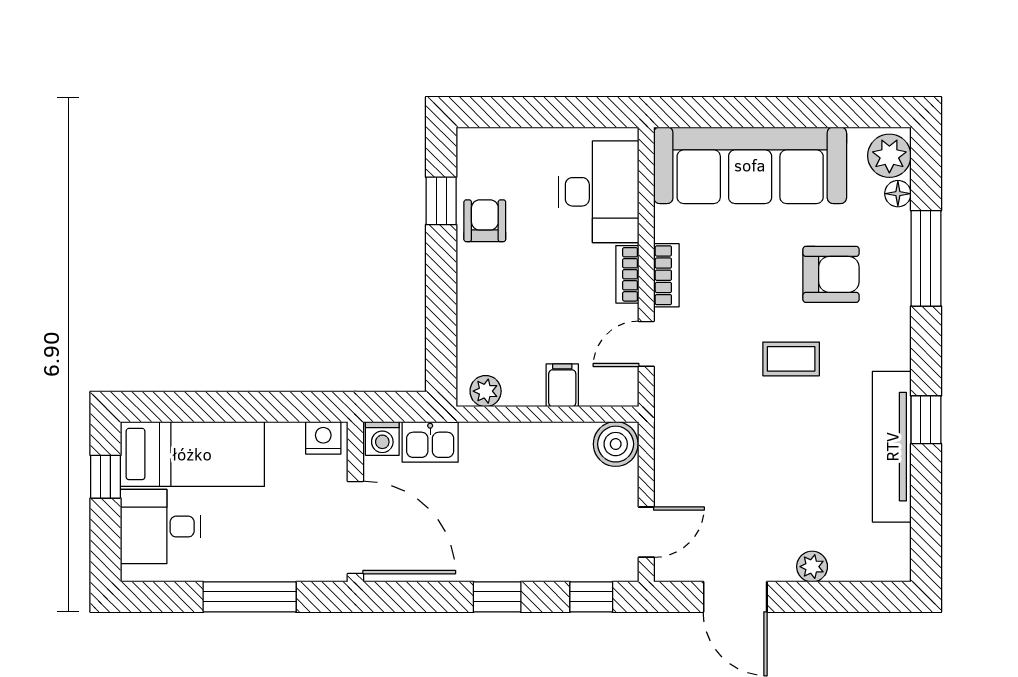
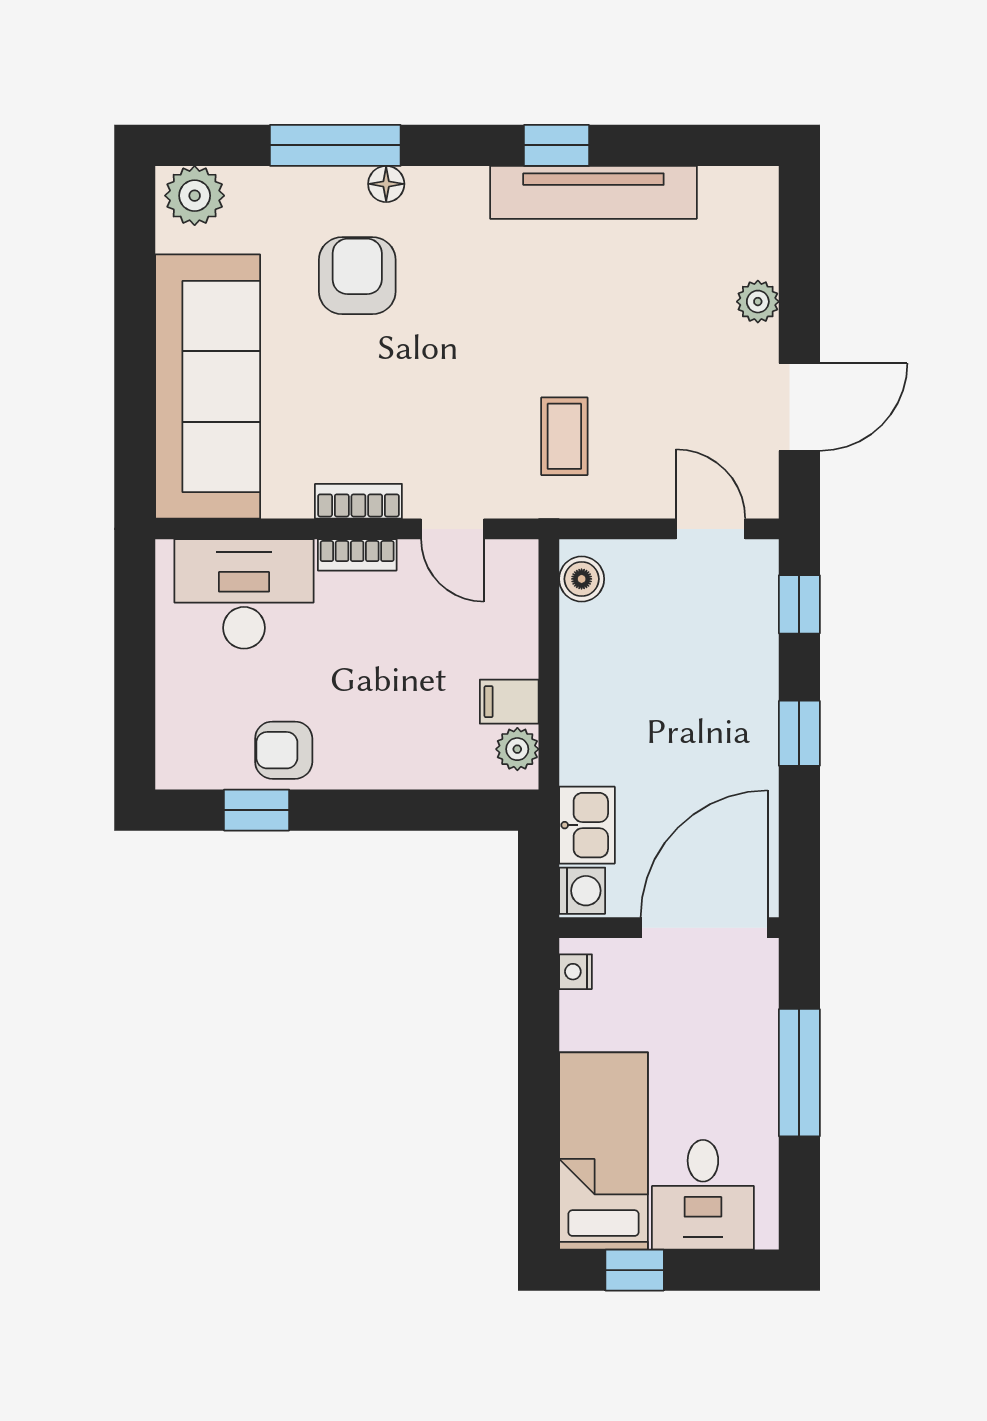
floor lamp: (898, 194) -> (386, 184), moved
coffee table: (791, 359) -> (564, 436), moved
filing cabinet: (562, 385) -> (509, 702), moved
nightstand: (323, 438) -> (576, 972), width x0.72, depth x0.74
boiler: (616, 444) -> (582, 579), width x0.73, depth x0.73

